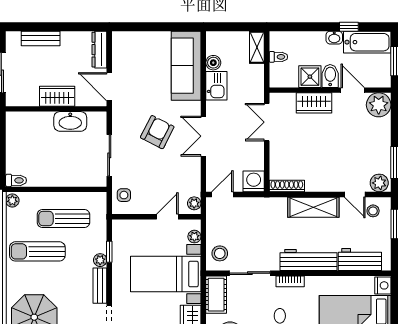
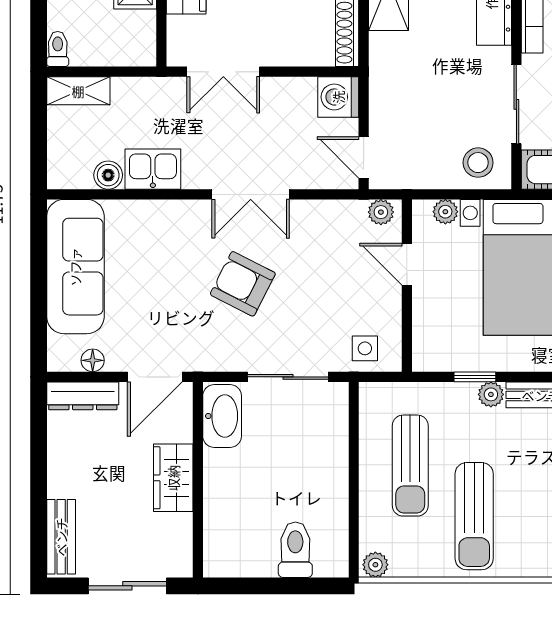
bench: (41, 38) -> (61, 537), moved
floor lamp: (118, 55) -> (93, 360), added
toilet: (278, 57) -> (58, 49), moved
sofa: (186, 66) -> (75, 267), moved, turned -90
washbasin: (70, 121) -> (222, 416), moved
toilet: (16, 180) -> (295, 550), moved, width x1.37, depth x1.39

